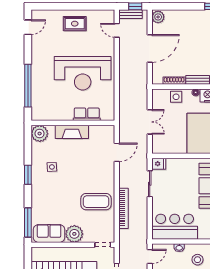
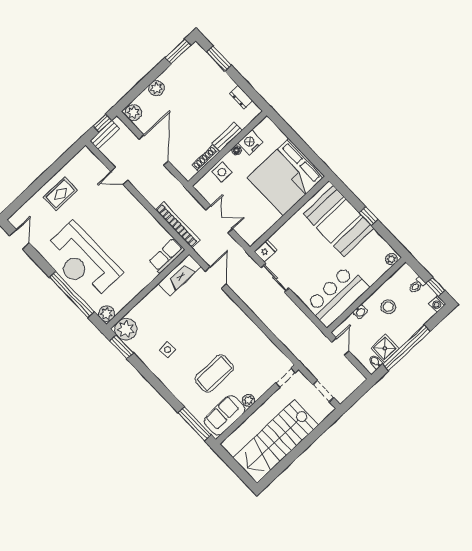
plant: (184, 16) -> (156, 88), added
door: (117, 30) -> (119, 176), moved
reception desk: (83, 73) -> (82, 261), moved, turned 90
row of seats: (87, 114) -> (167, 256), moved
plant: (37, 115) -> (107, 313), added
fireplace: (72, 132) -> (180, 275), moved
window: (28, 175) -> (122, 347), moved
coffee table: (96, 202) -> (214, 373), moved
bookcase: (124, 208) -> (178, 225), moved
plant: (74, 234) -> (249, 400), width x0.53, depth x0.53

